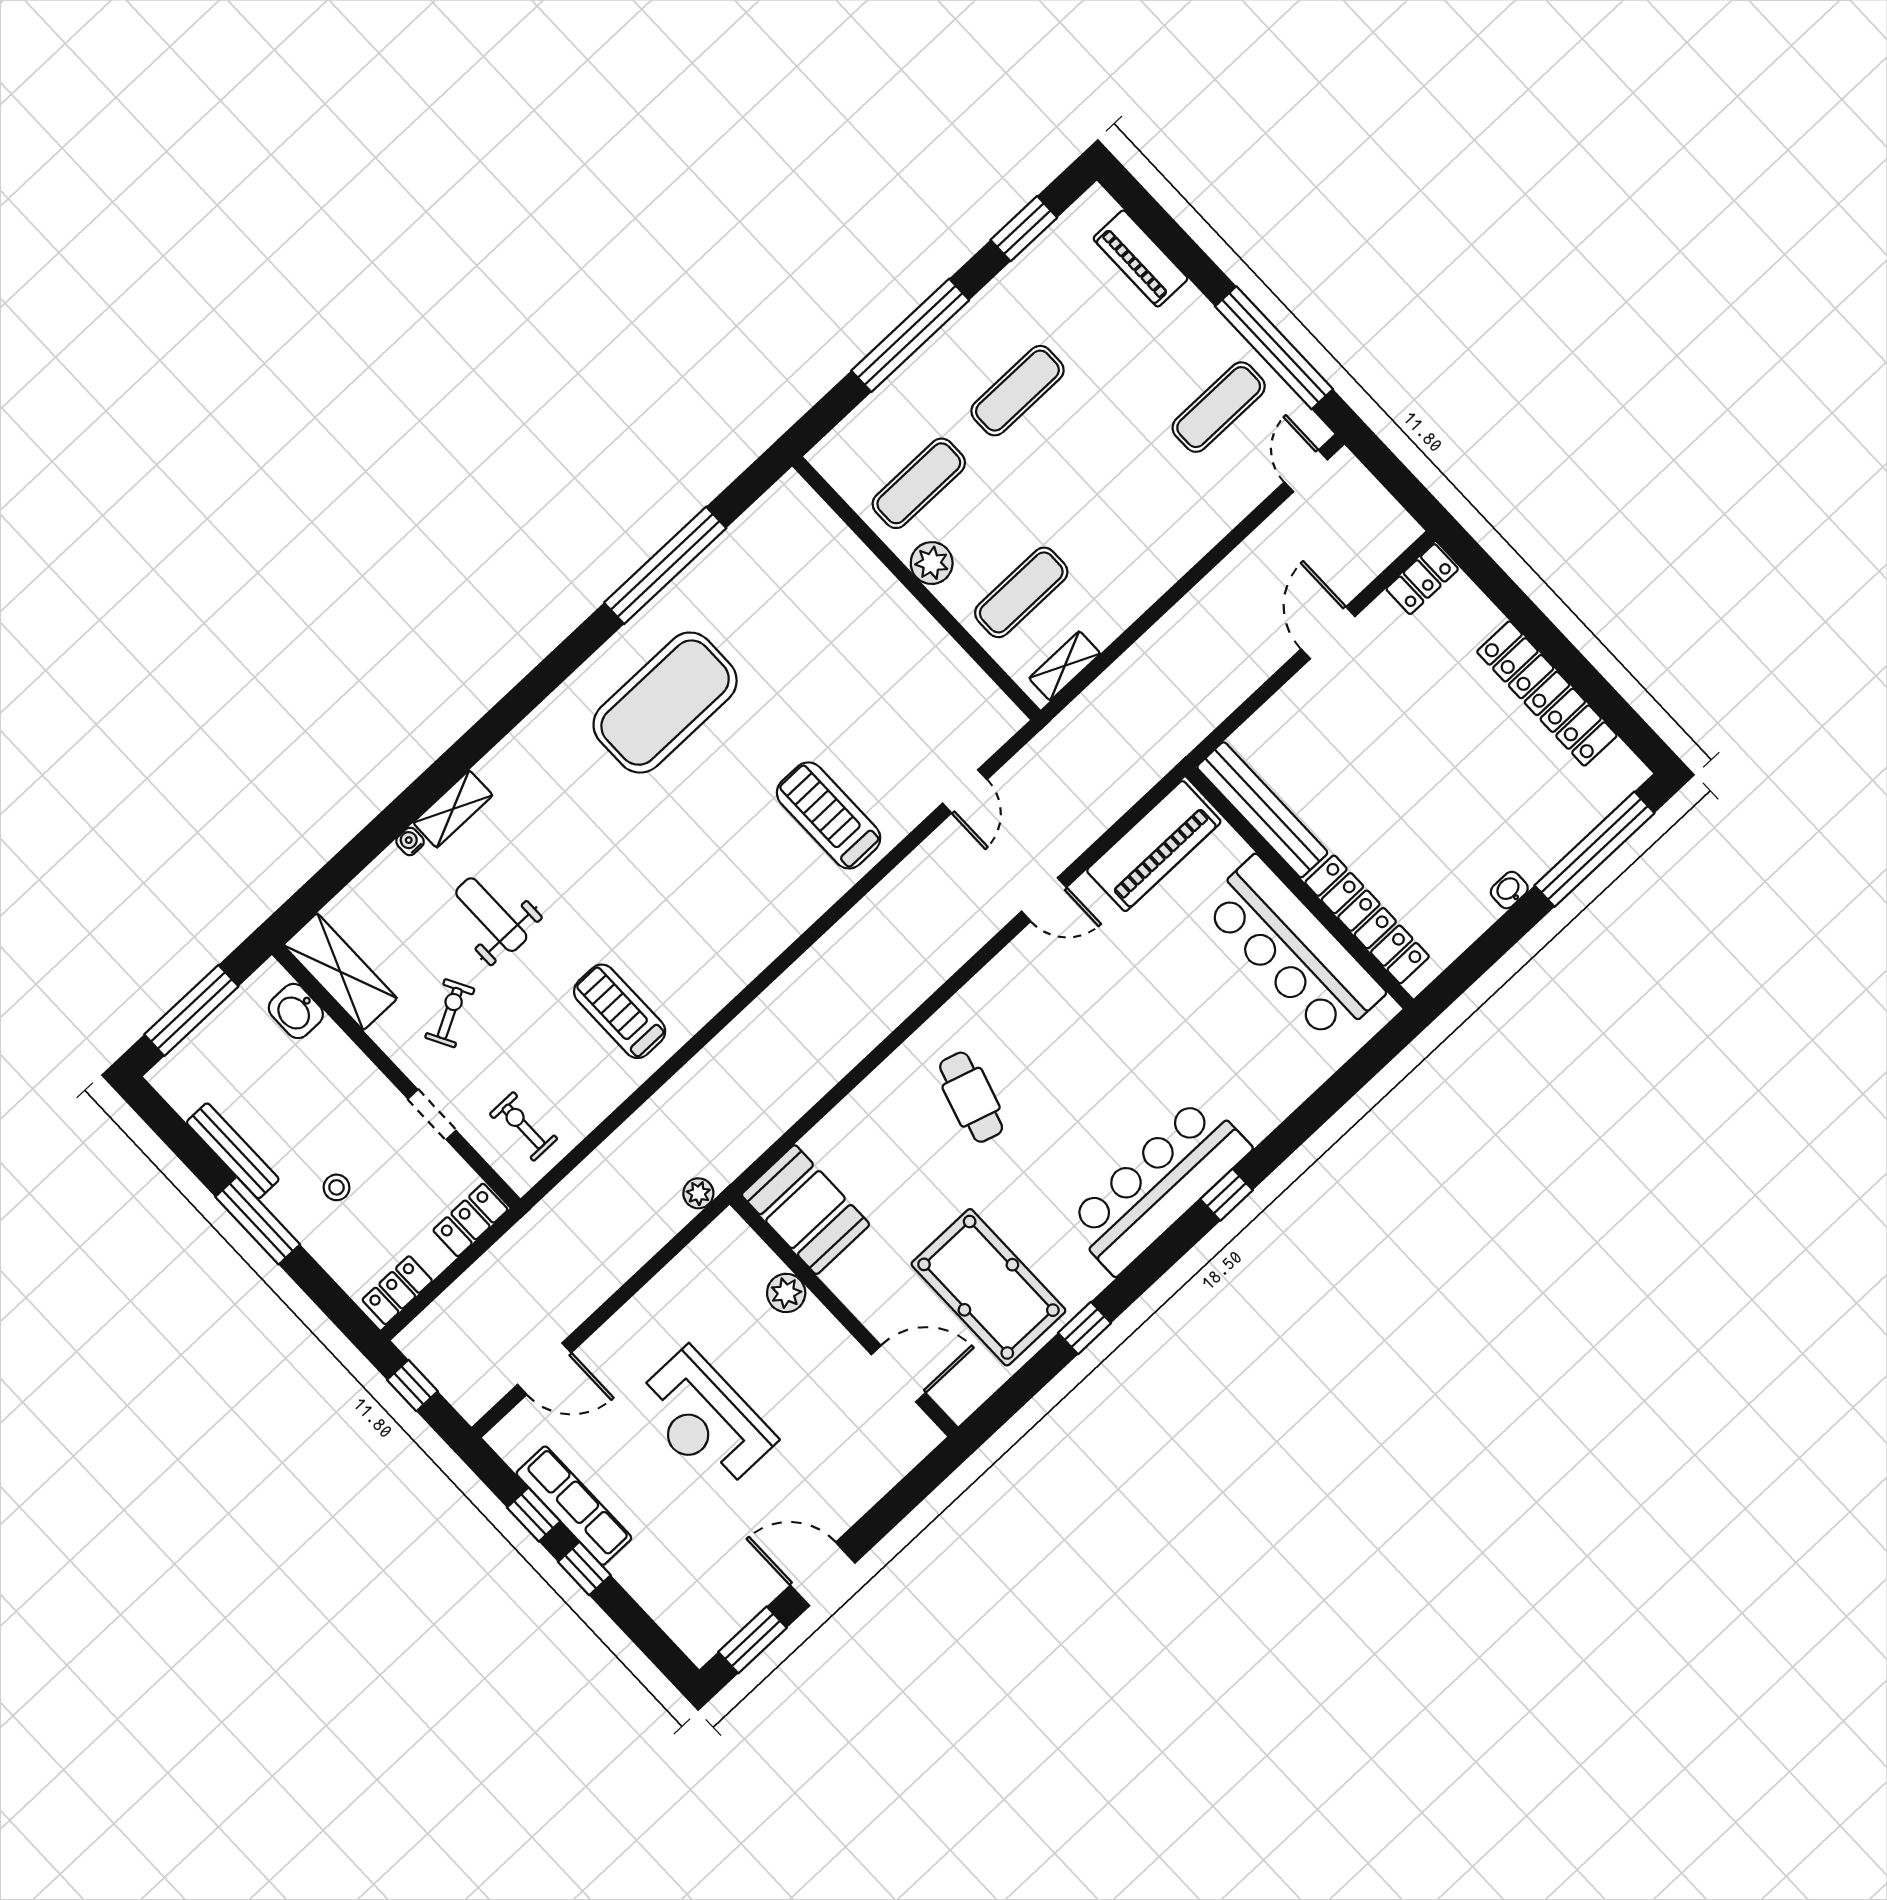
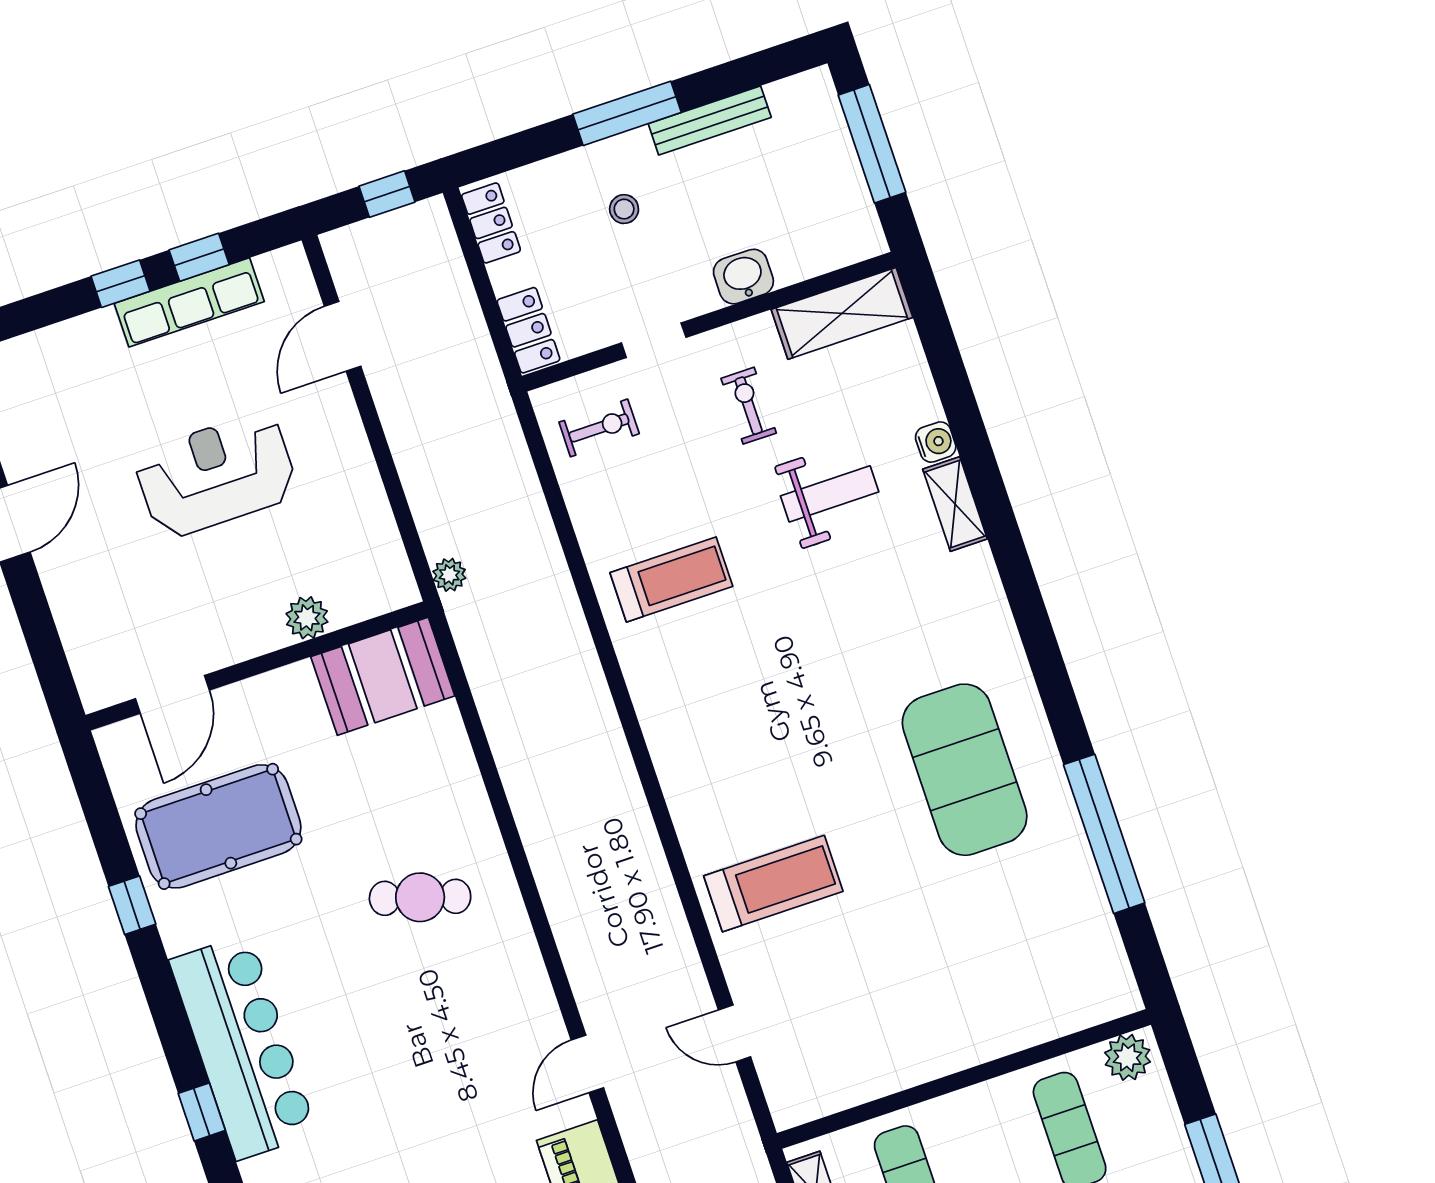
plant: (932, 563) -> (1128, 1057), moved
water cooler: (410, 841) -> (936, 442), width x1.38, depth x1.38
washbasin: (296, 1011) -> (743, 277), moved
exercise bike: (450, 1013) -> (749, 406), turned -152

